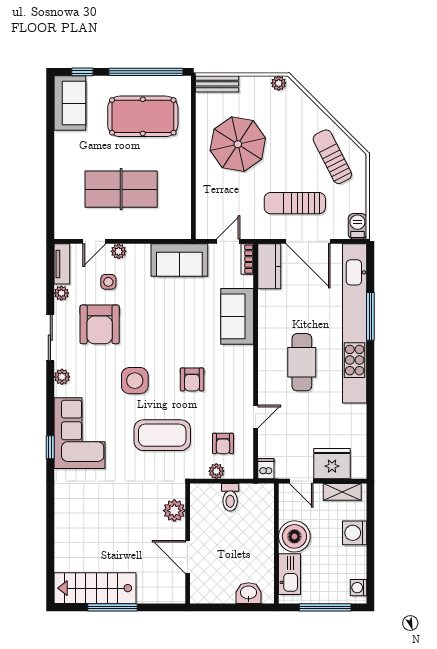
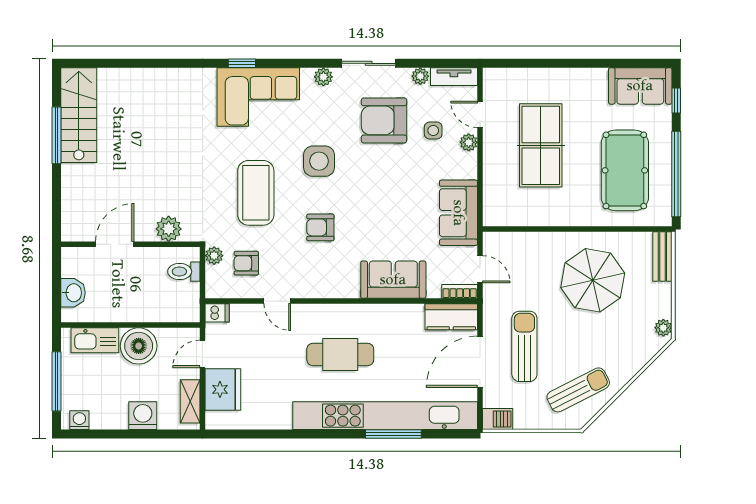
plant: (174, 511) -> (169, 229), moved
wall: (188, 544) -> (130, 244), moved
door: (188, 557) -> (115, 244), moved

